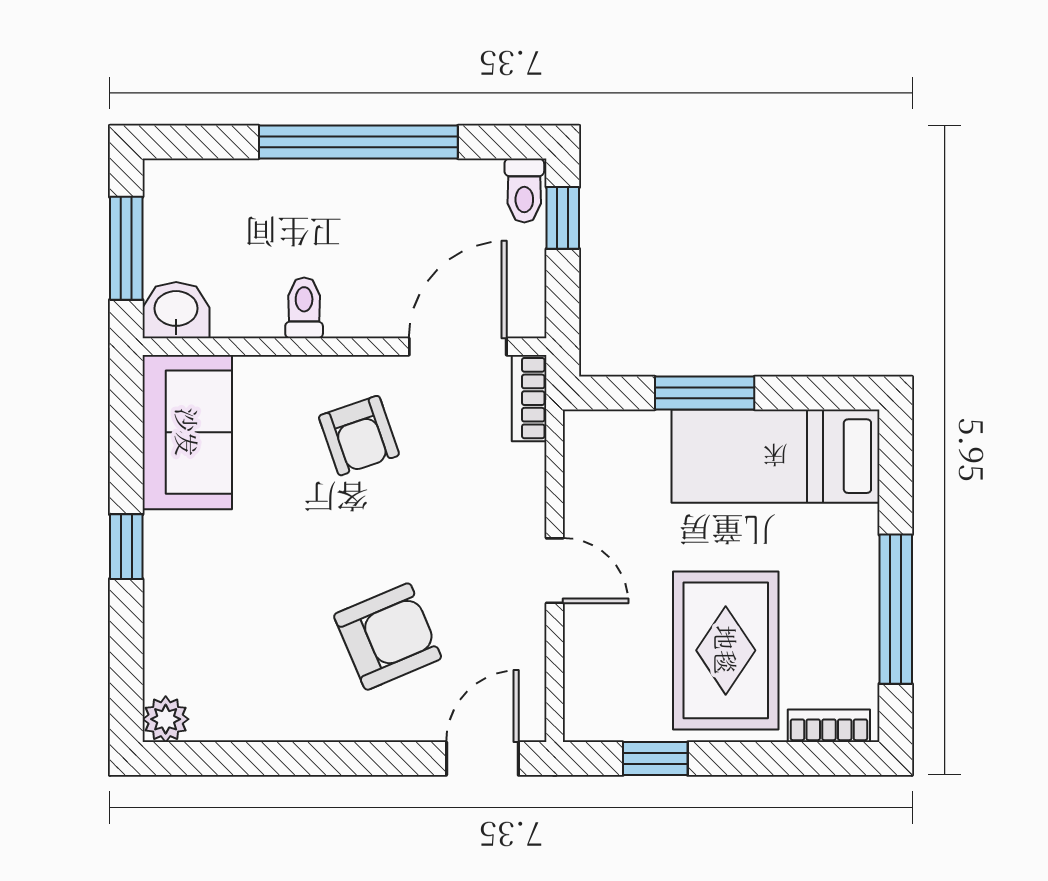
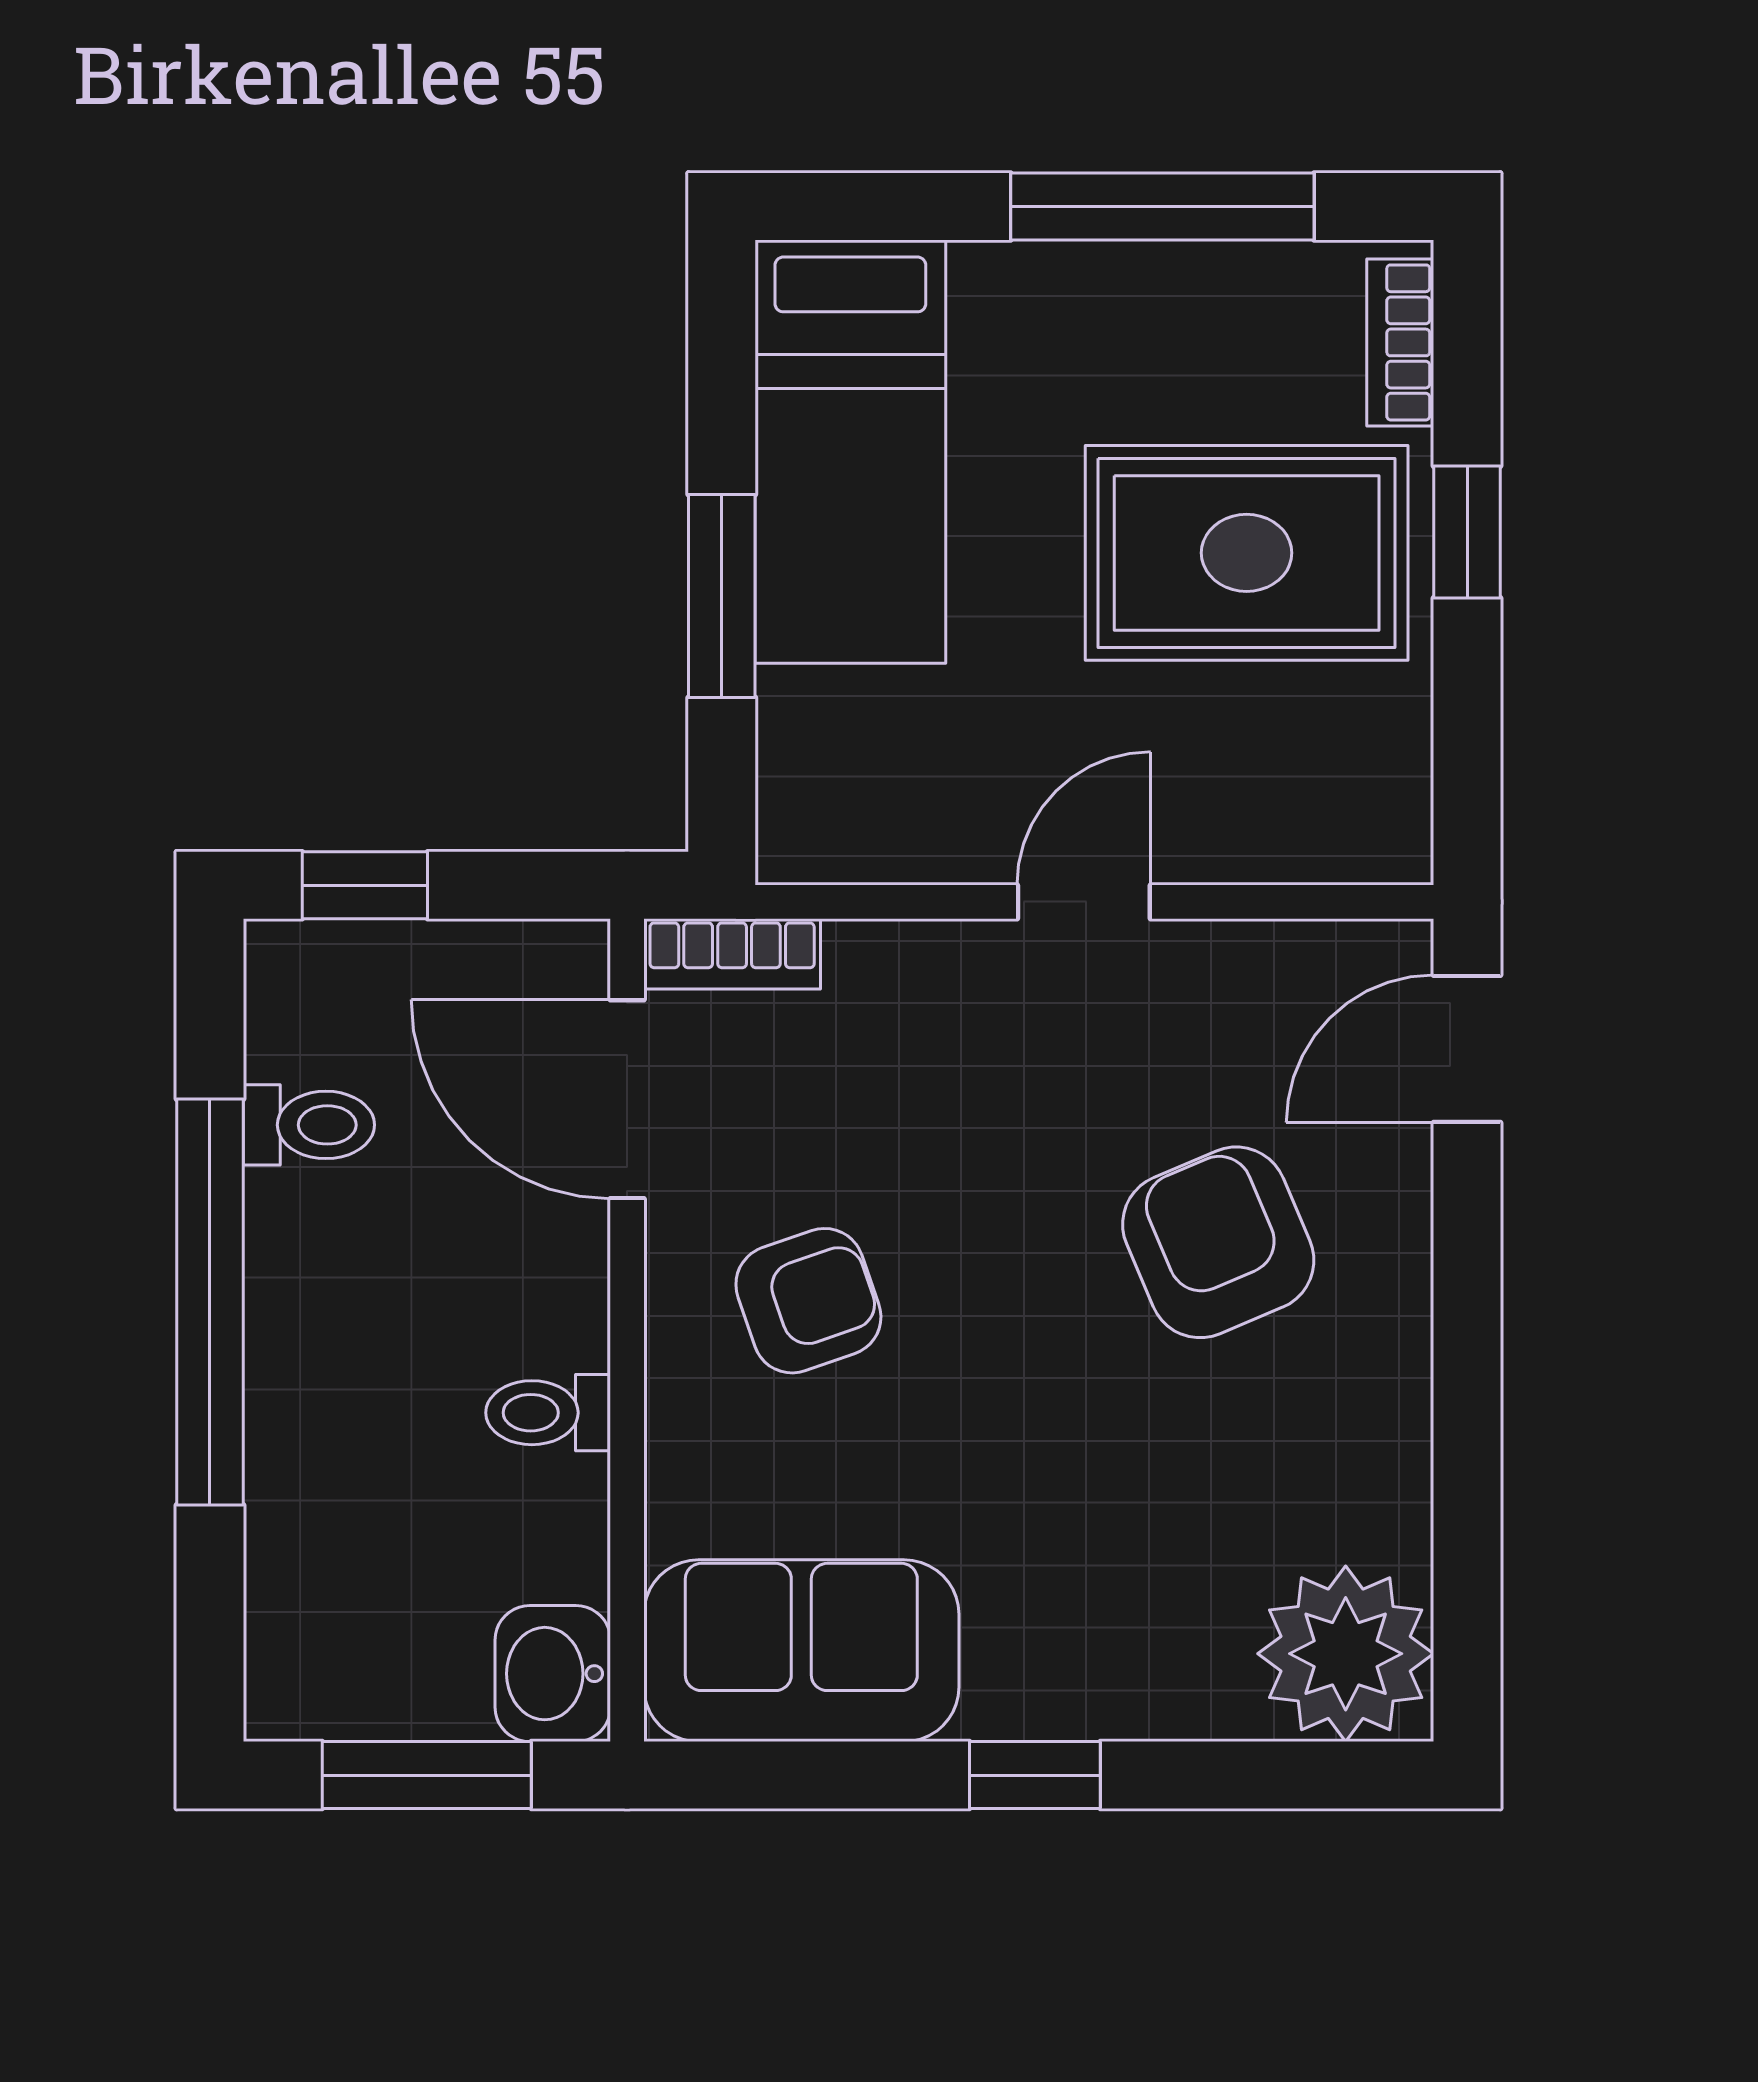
toilet: (524, 191) -> (309, 1125), moved
plant: (166, 719) -> (1346, 1654), width x1.87, depth x1.87
door: (482, 759) -> (1467, 1049), hinge flipped
window: (655, 759) -> (1467, 532), moved

